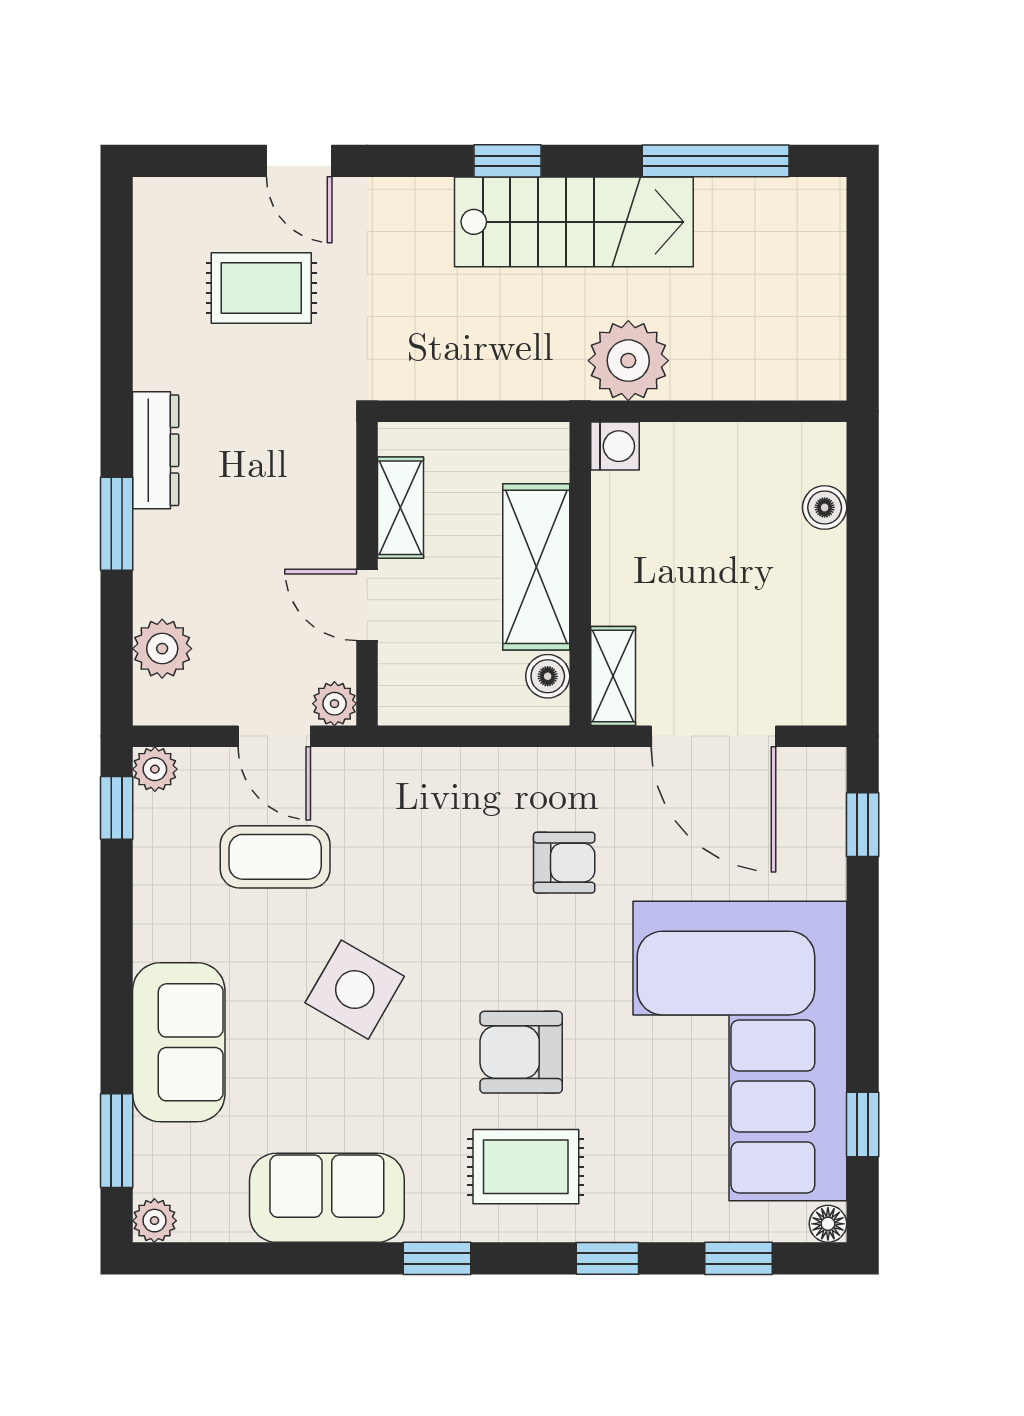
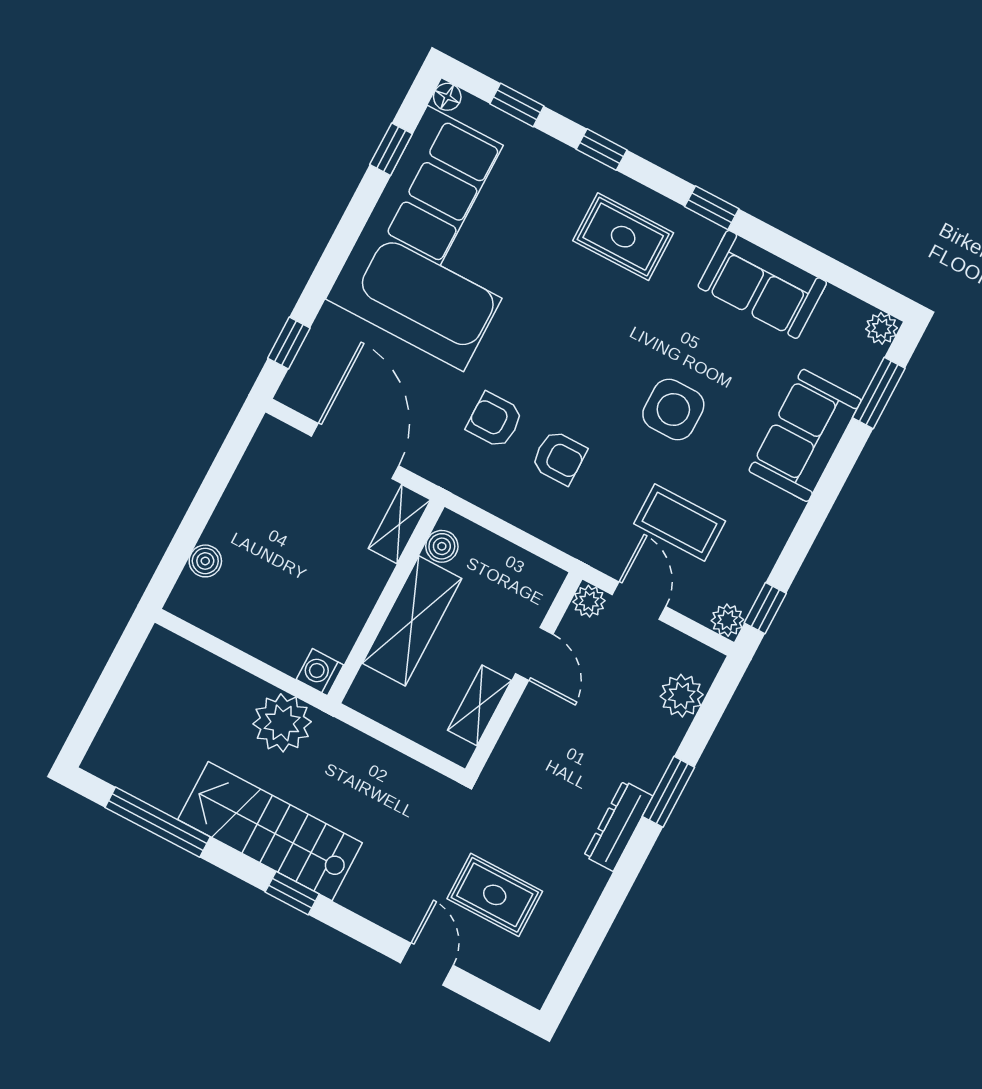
side table: (355, 990) -> (673, 410), turned -30
armchair: (521, 1052) -> (559, 458), moved, width x0.72, depth x0.72

